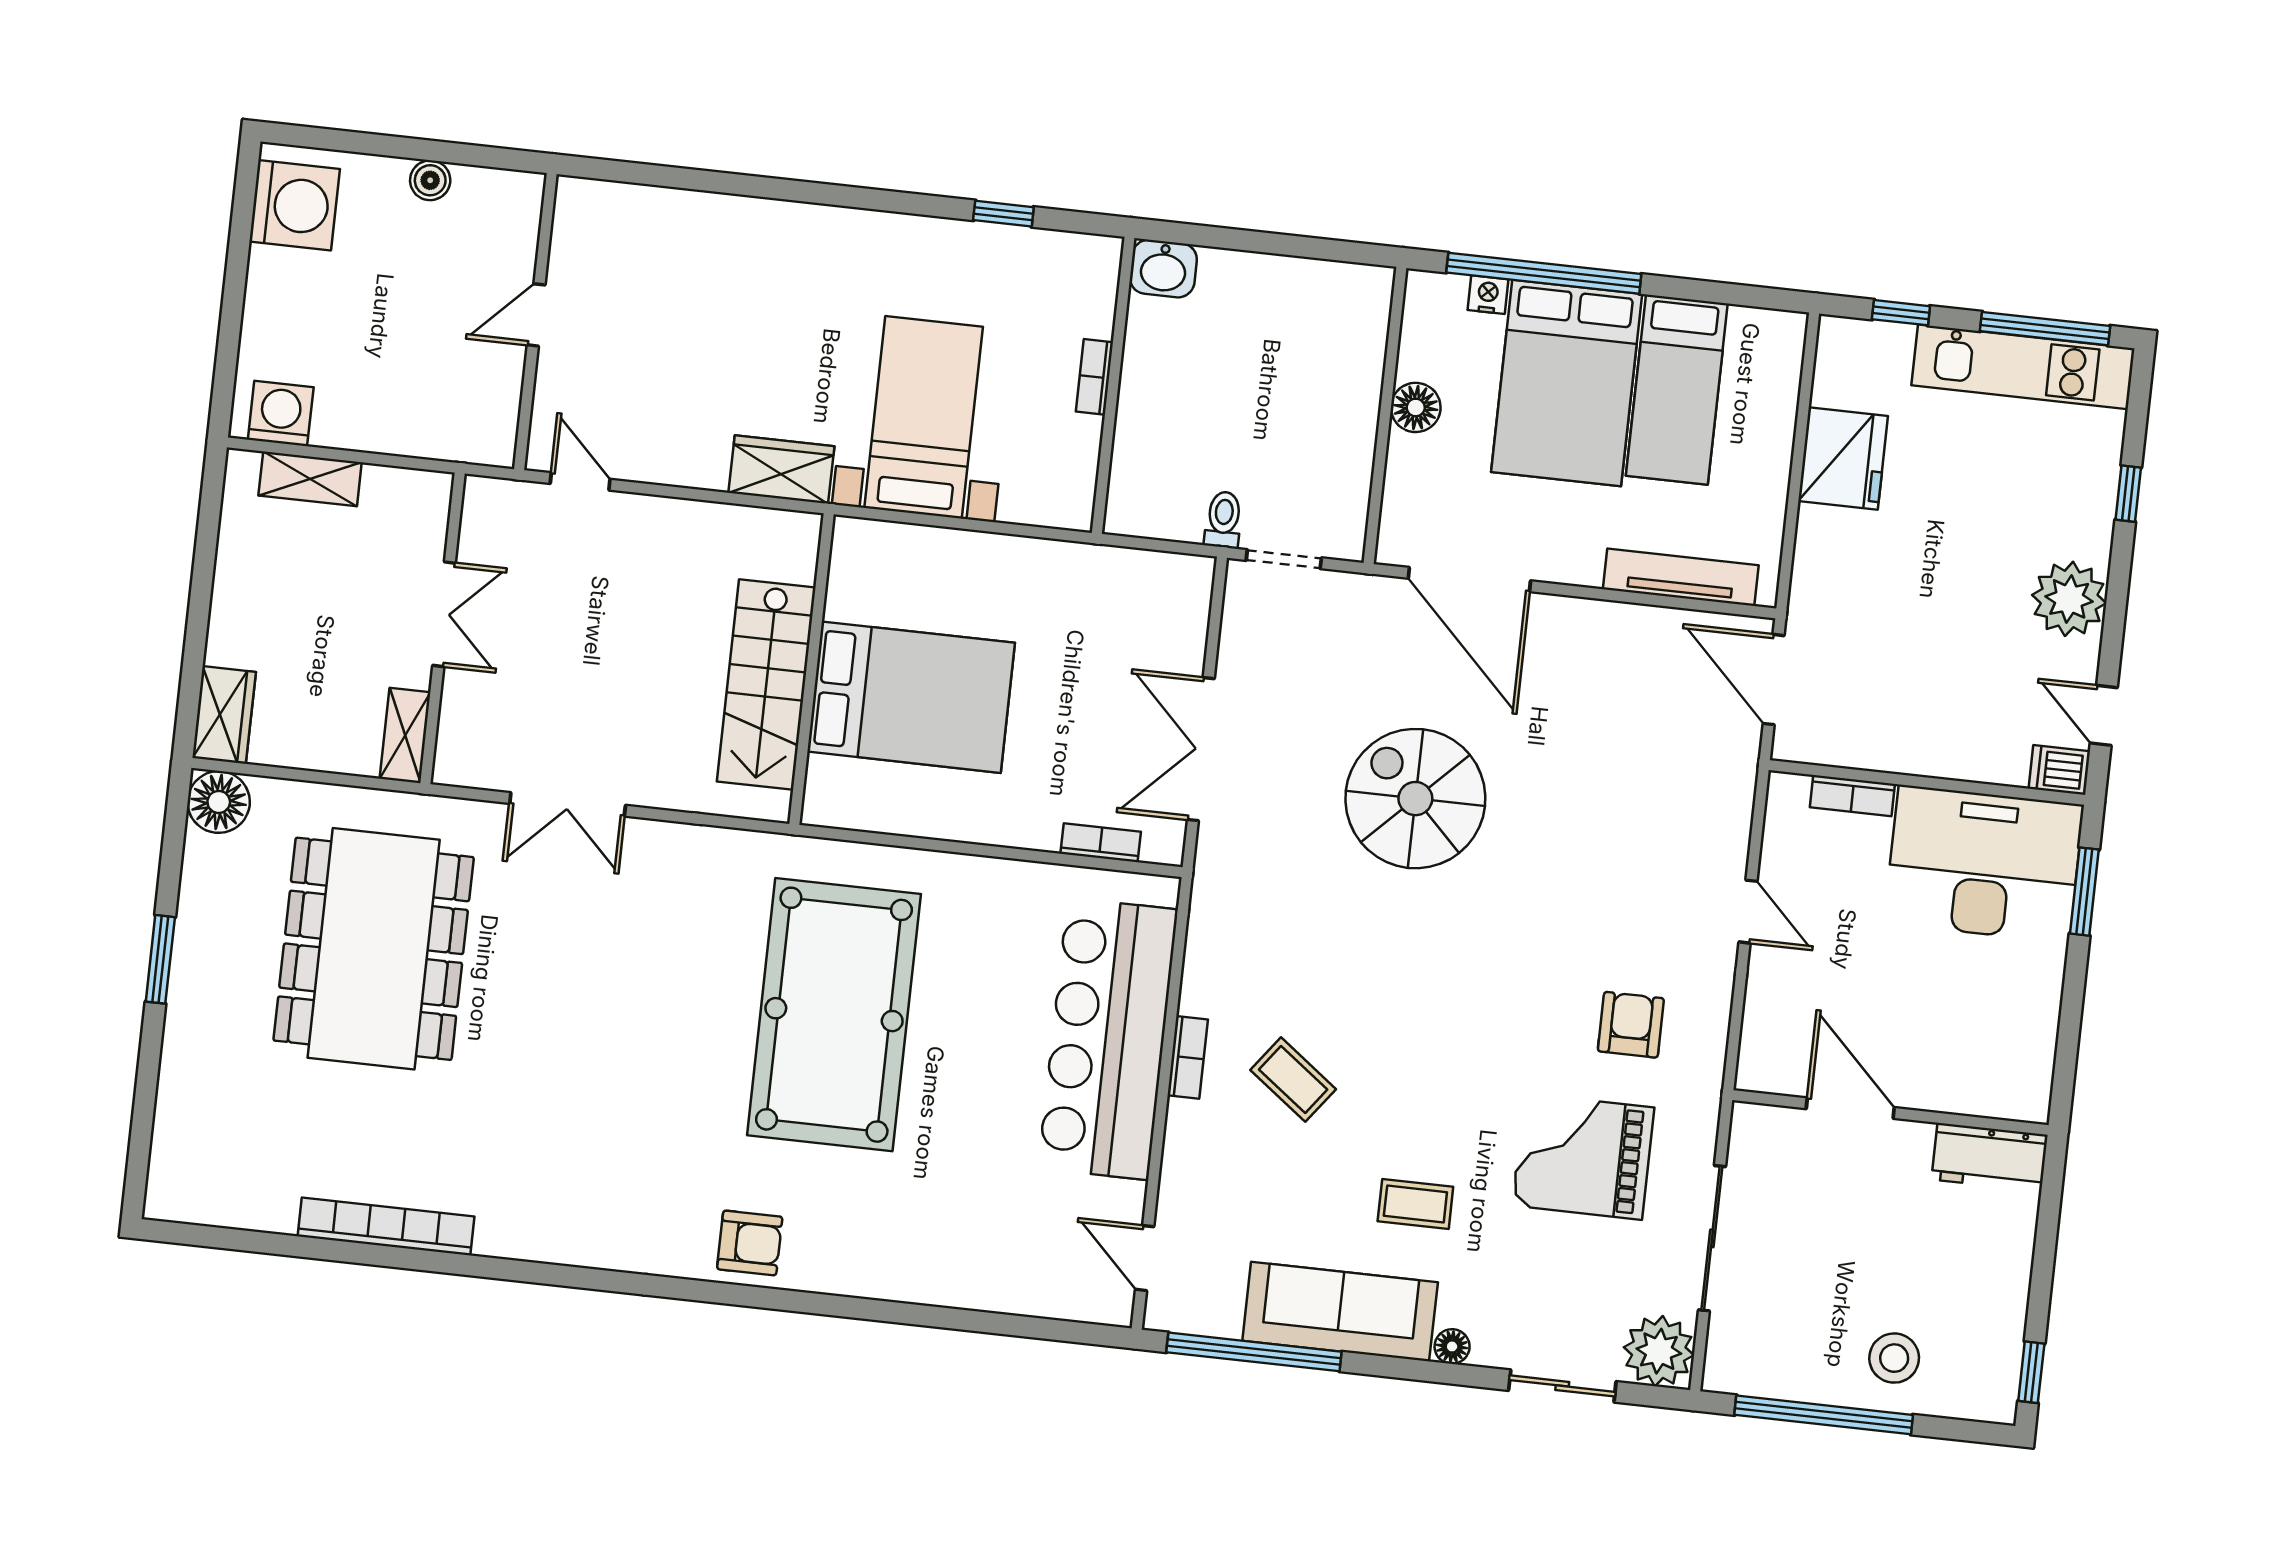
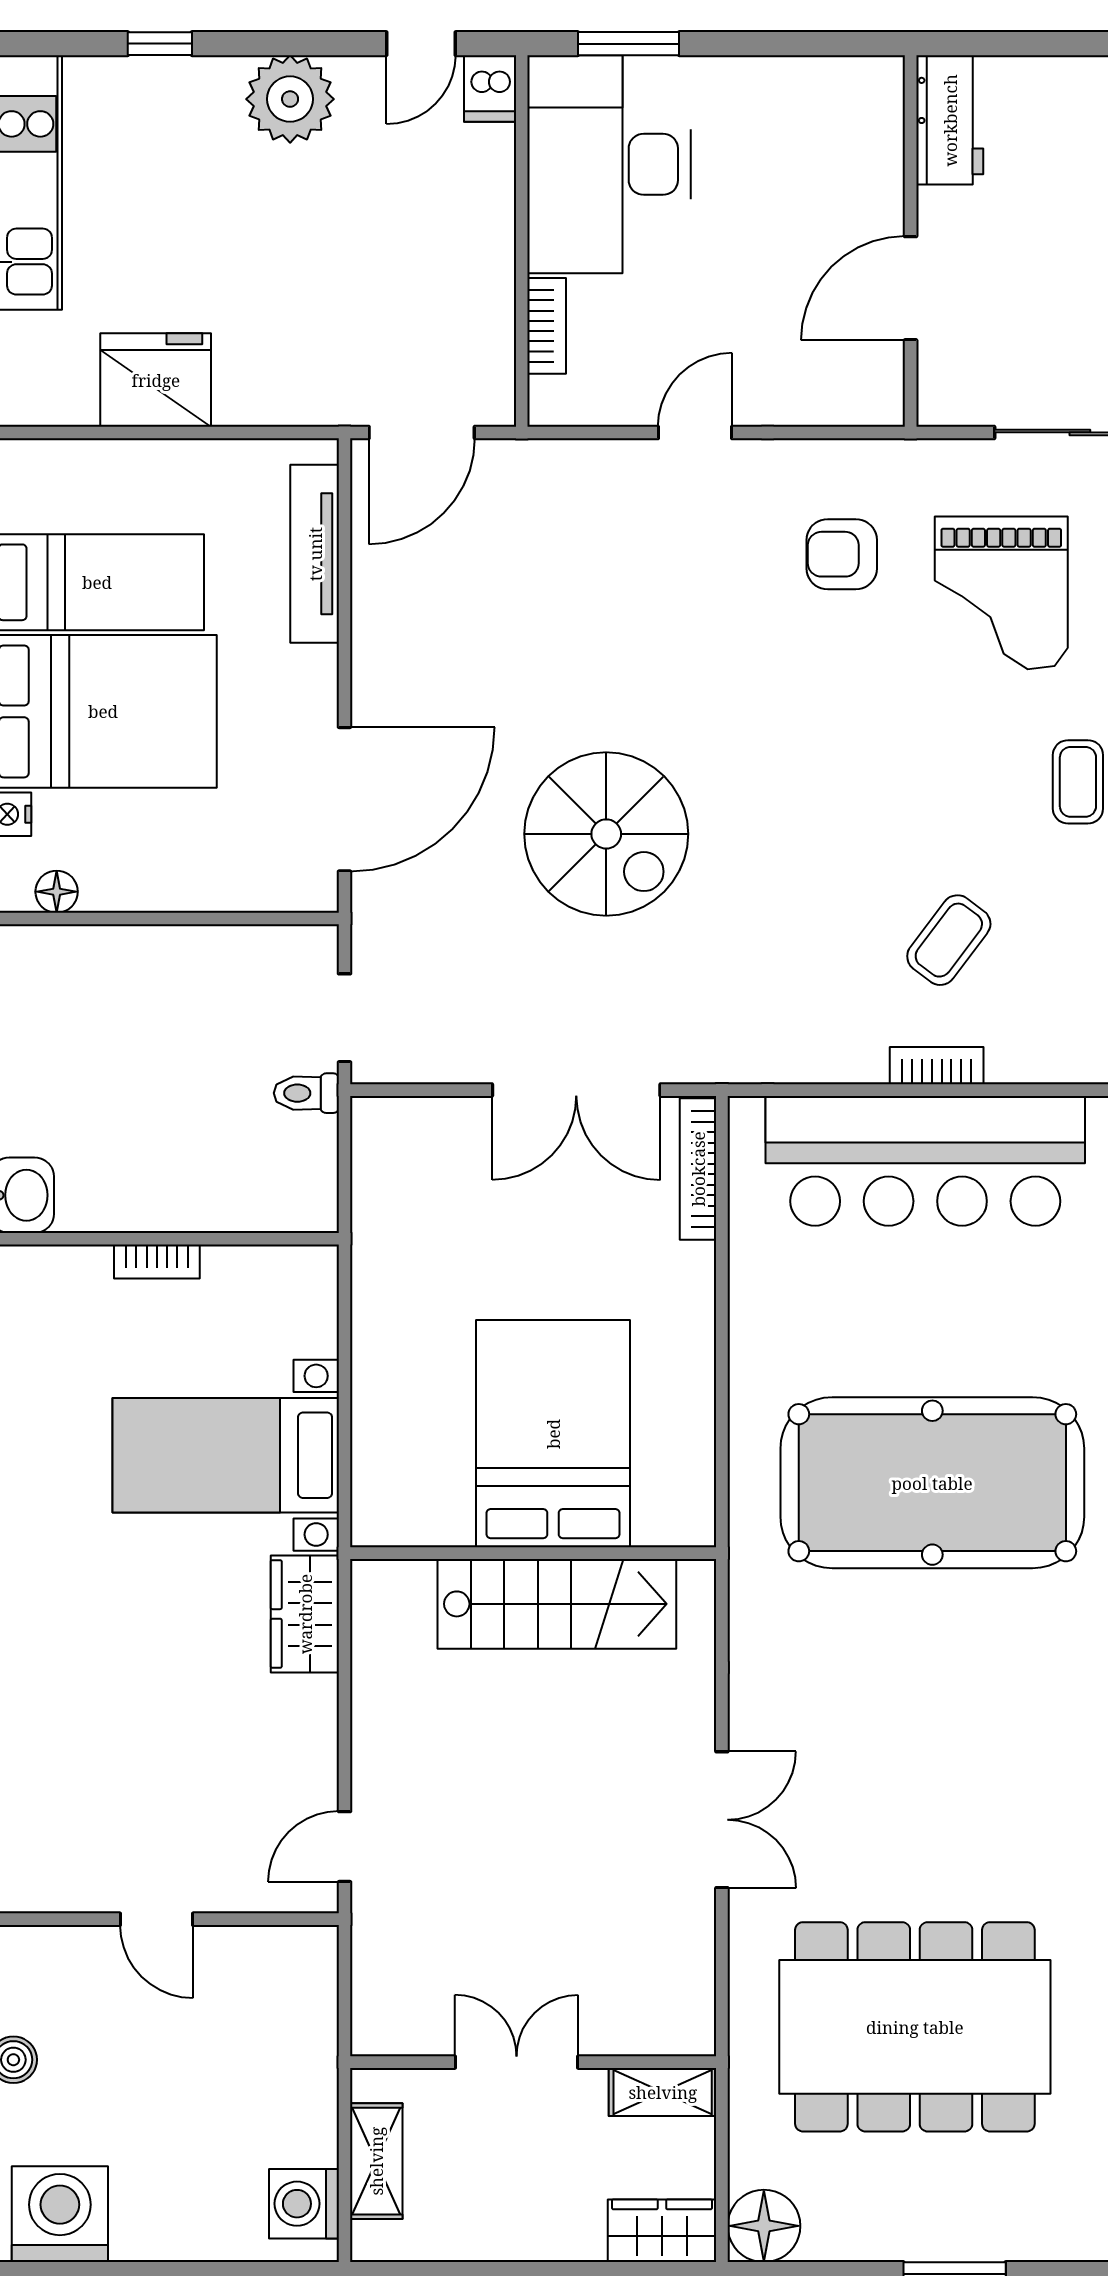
floor lamp: (1416, 407) -> (57, 892), moved, width x0.73, depth x0.73
double door: (444, 614) -> (517, 2062), moved
wall: (443, 628) -> (533, 2062), moved
shelving: (405, 735) -> (663, 2092), moved
spiral stairs: (1415, 799) -> (606, 834), turned -90
bookcase: (1101, 843) -> (698, 1169), width x1.56

